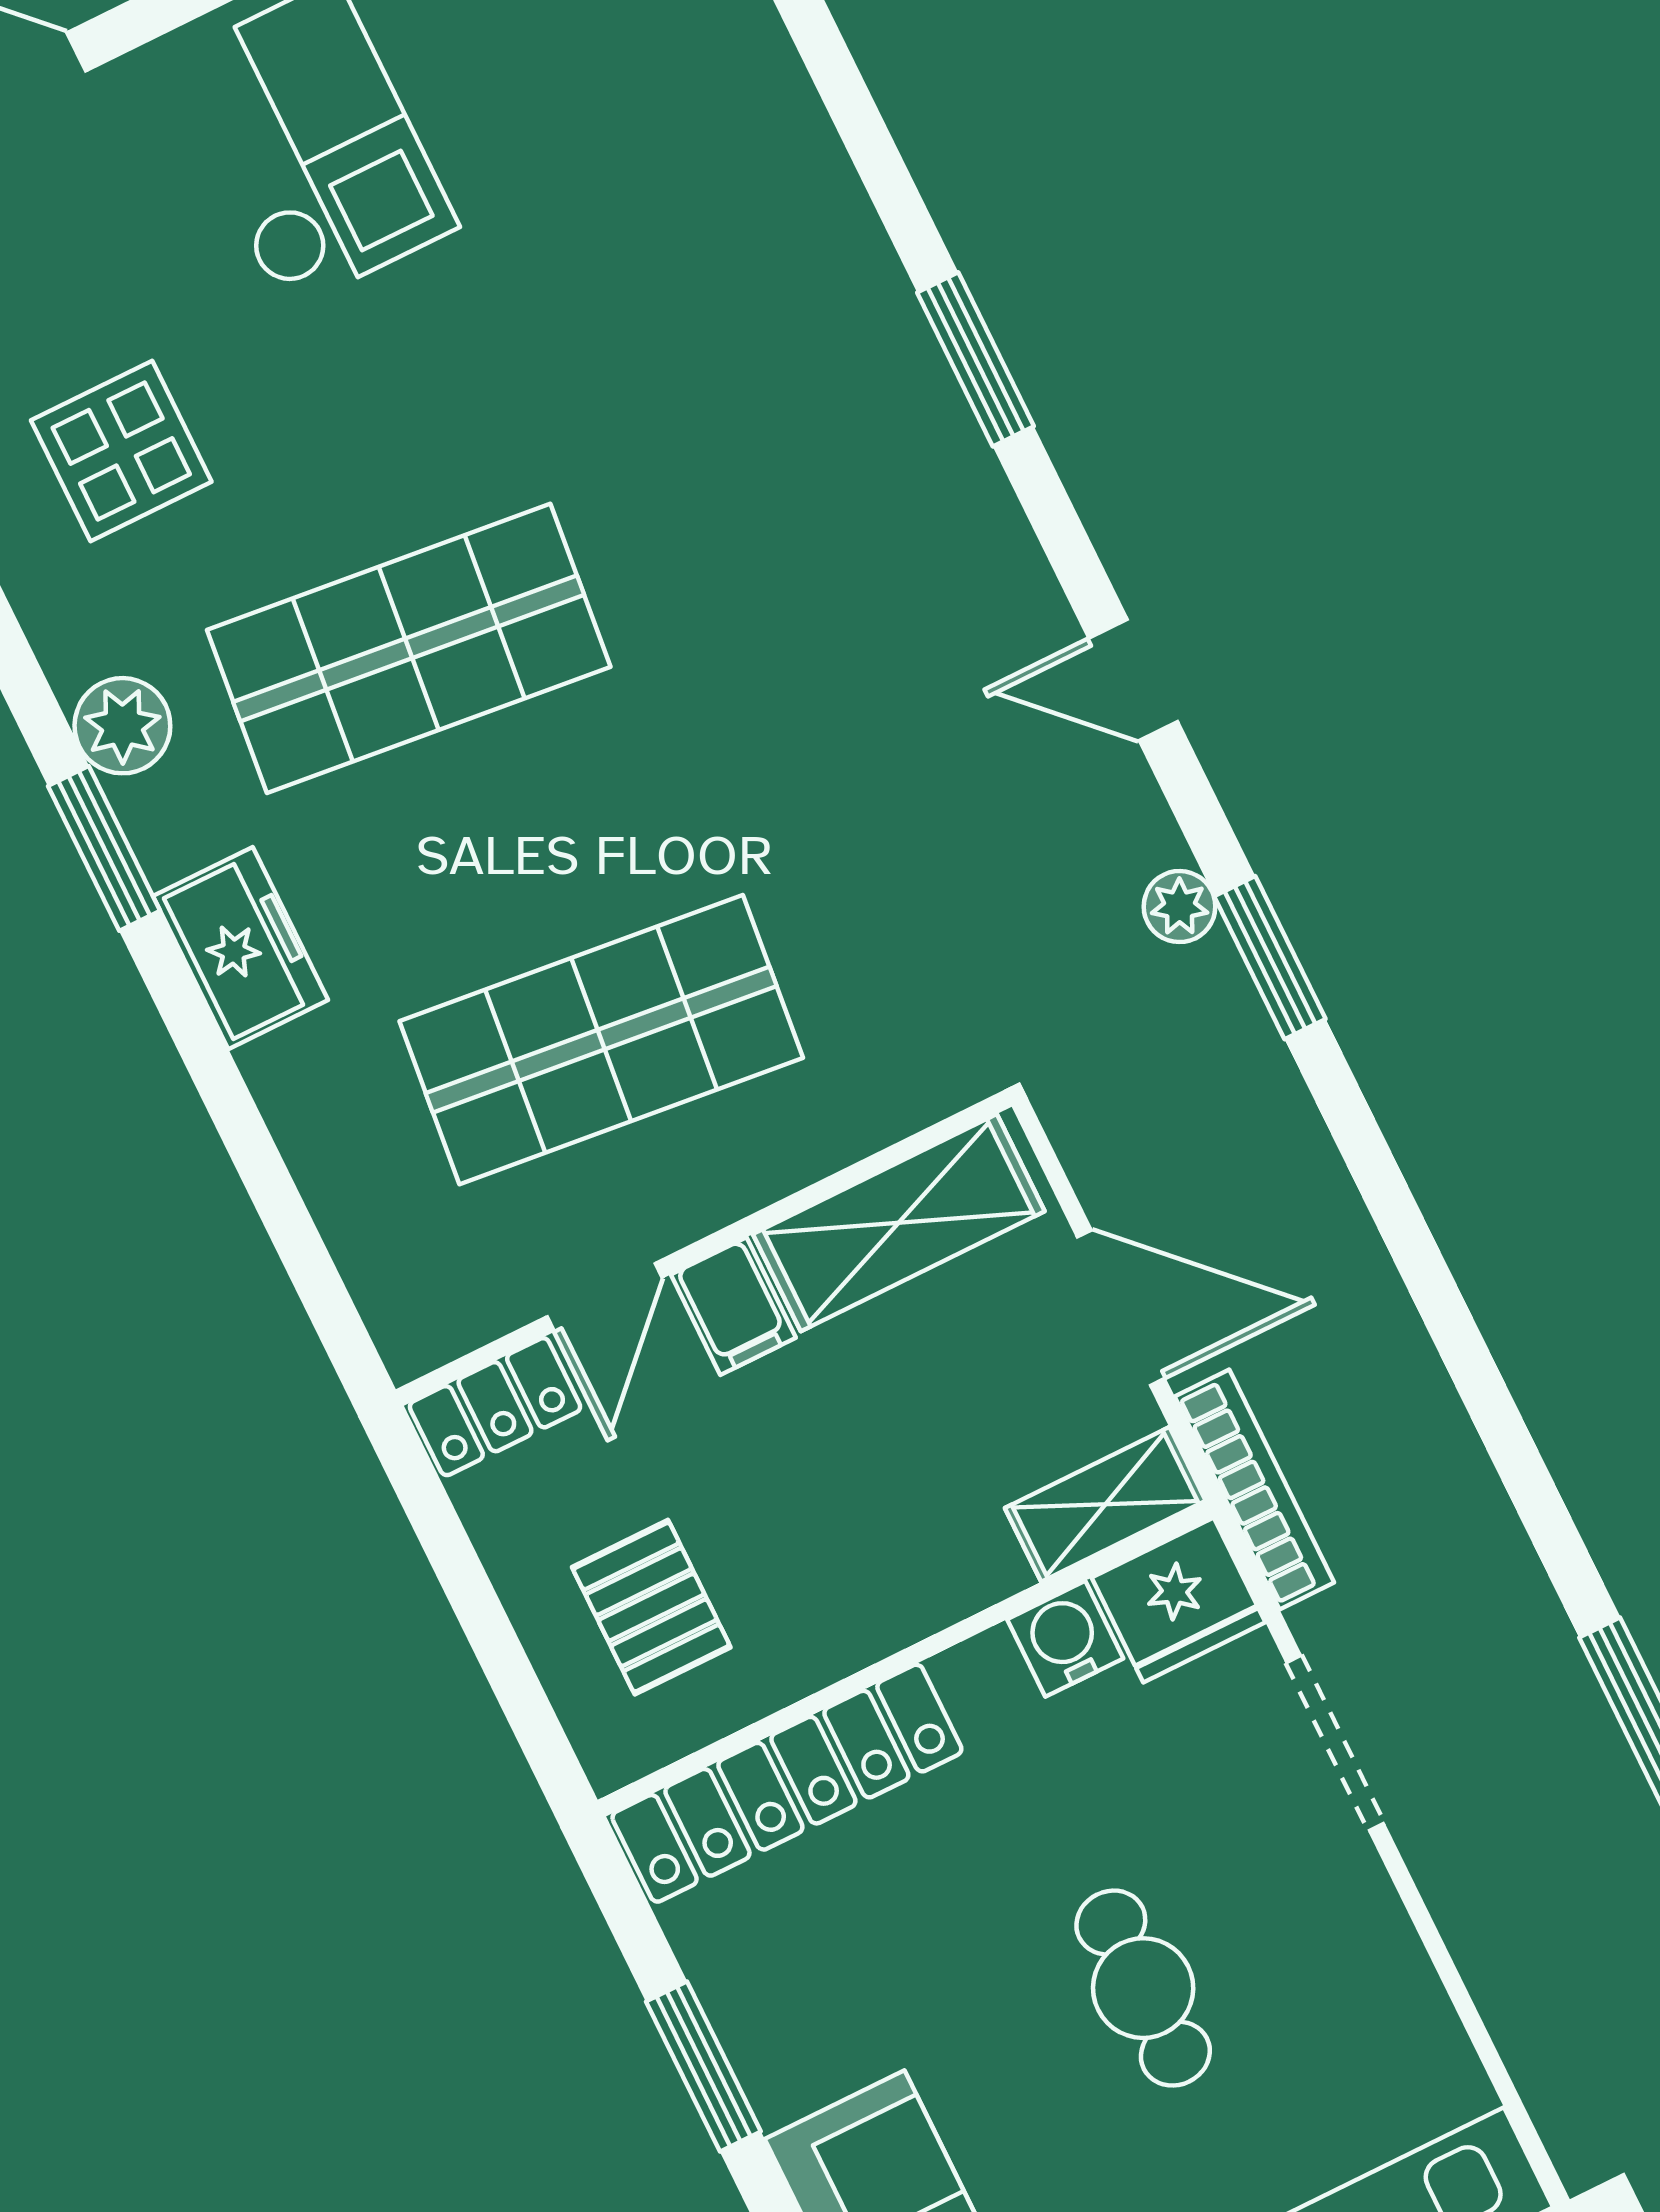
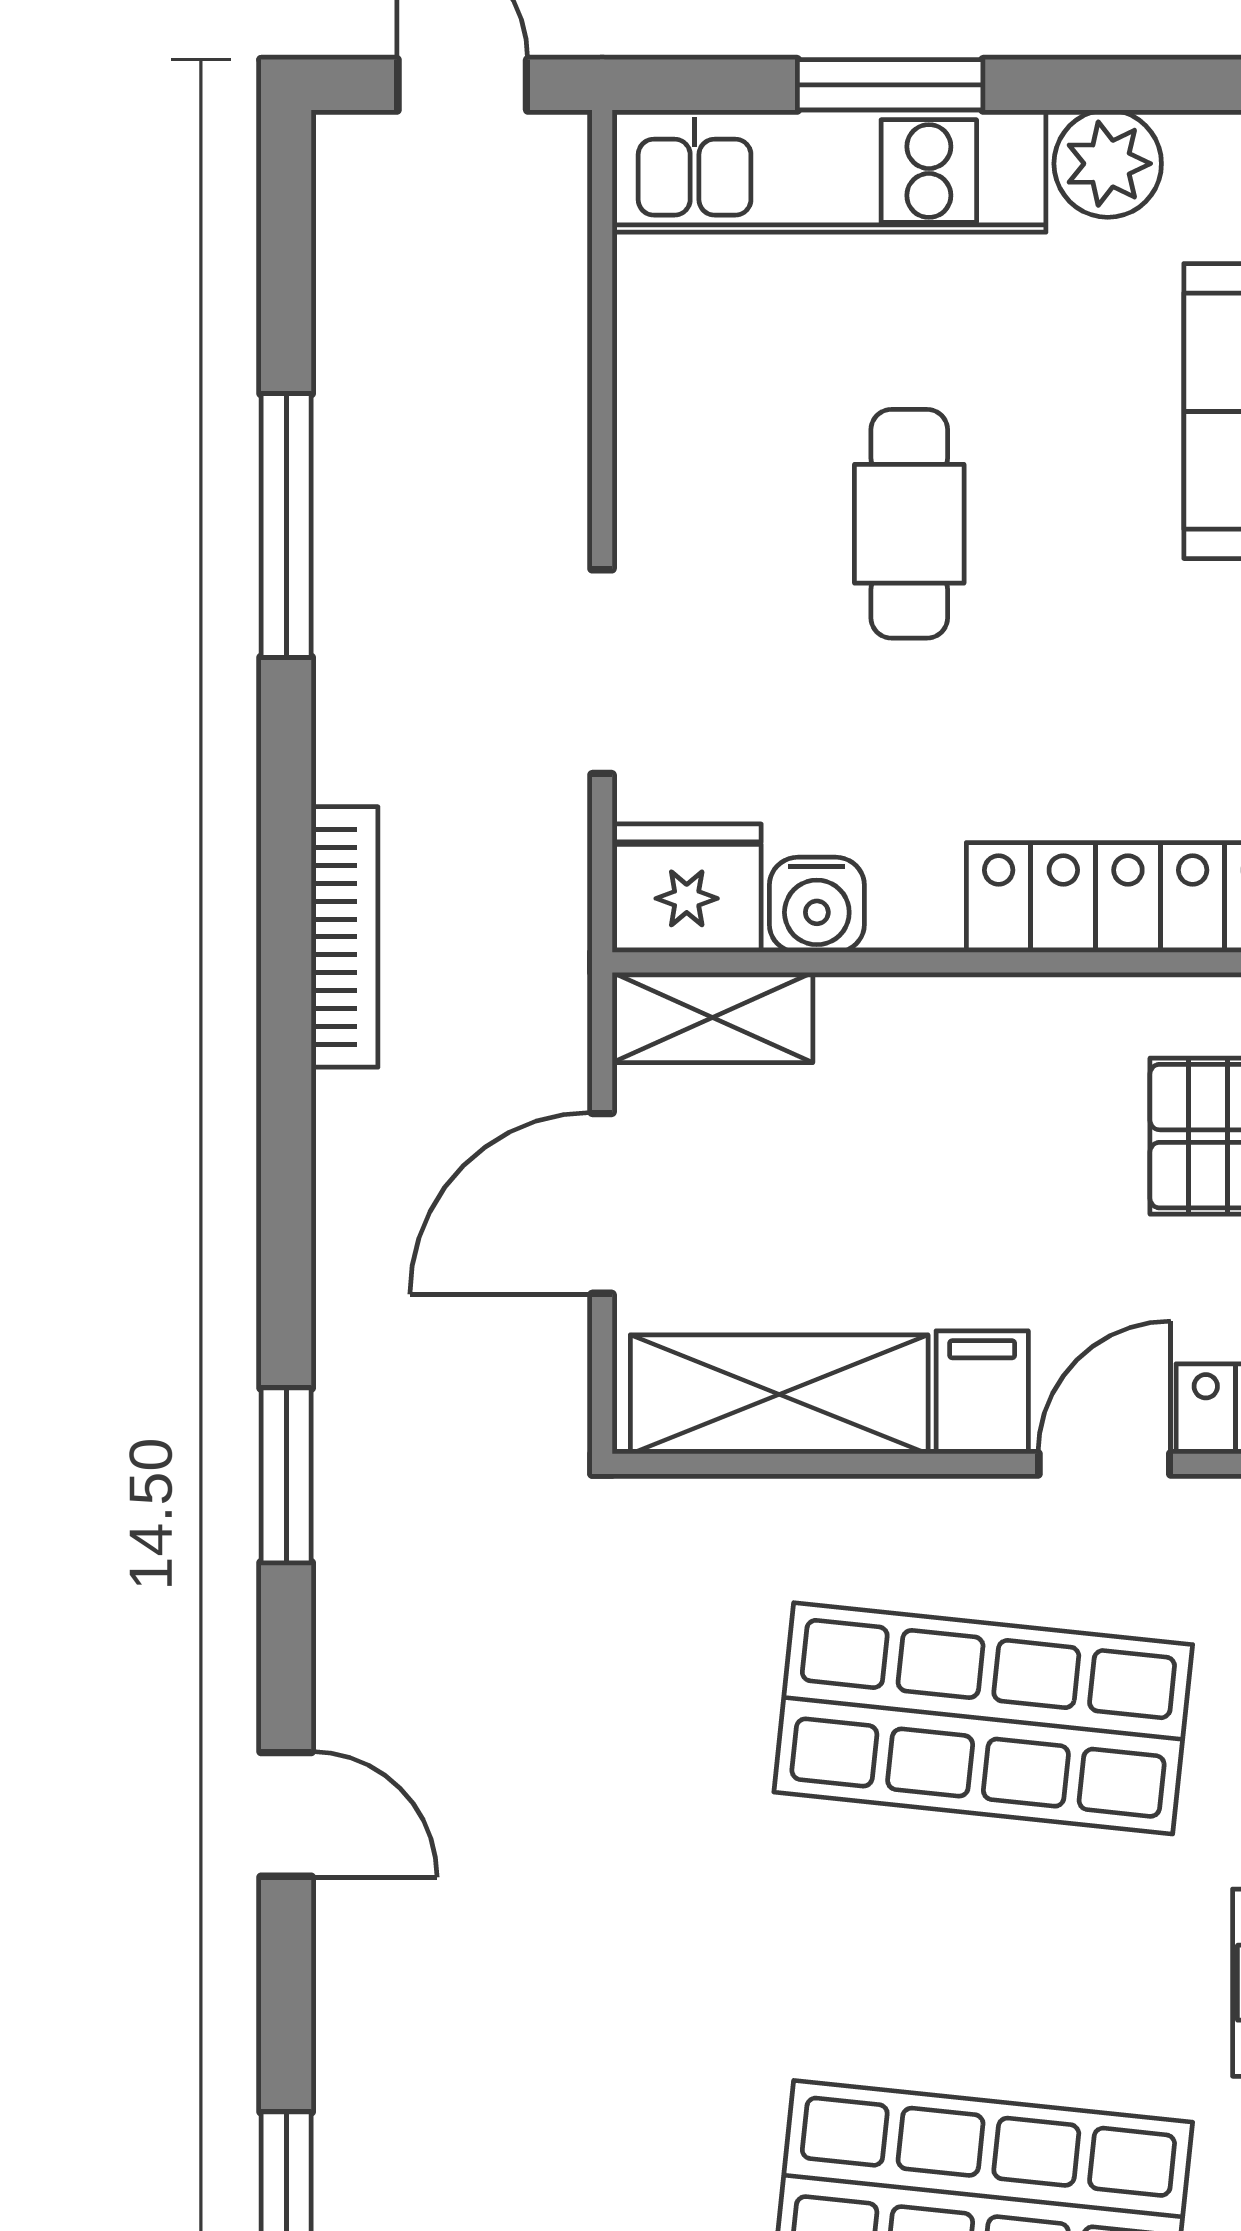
plant: (1180, 907) -> (350, 1569), removed
door: (1121, 1308) -> (602, 1203), hinge flipped
bookcase: (1254, 1489) -> (345, 937), moved, turned 180

